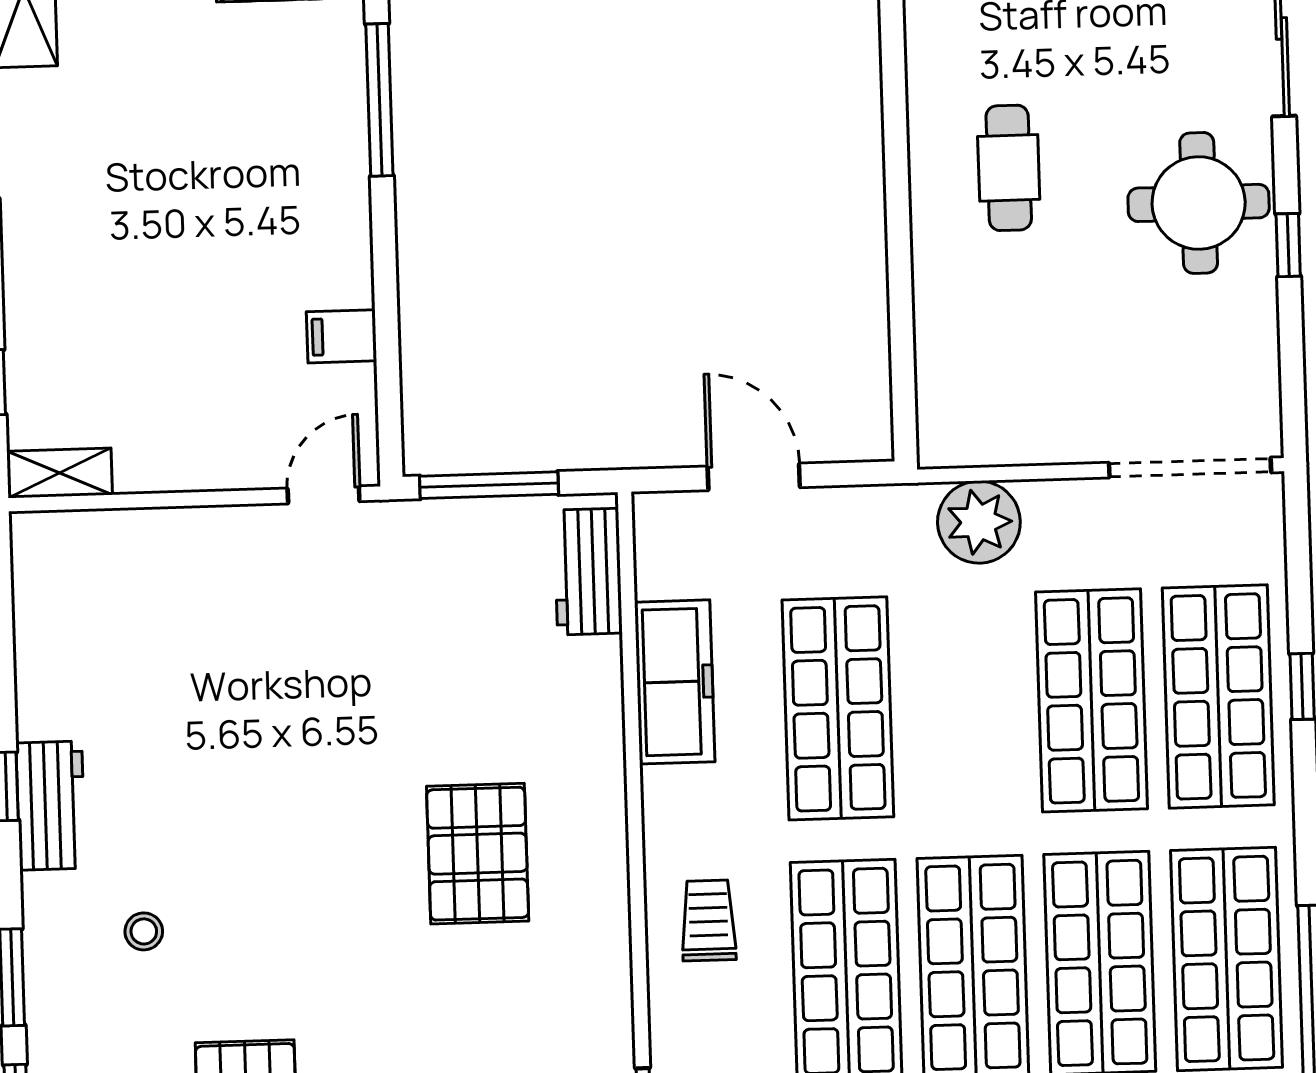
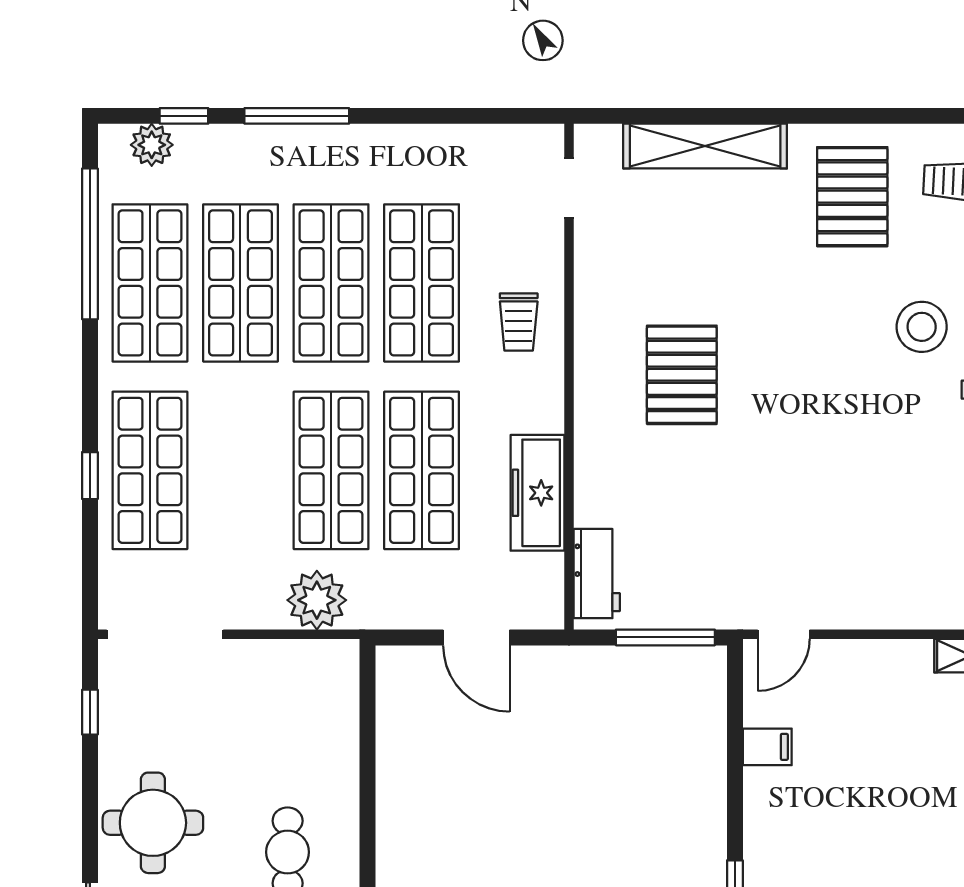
window: (1288, 245) -> (90, 712), moved
shop shelf: (1091, 700) -> (331, 470), moved
stool: (144, 931) -> (922, 327), width x1.89, depth x1.89

